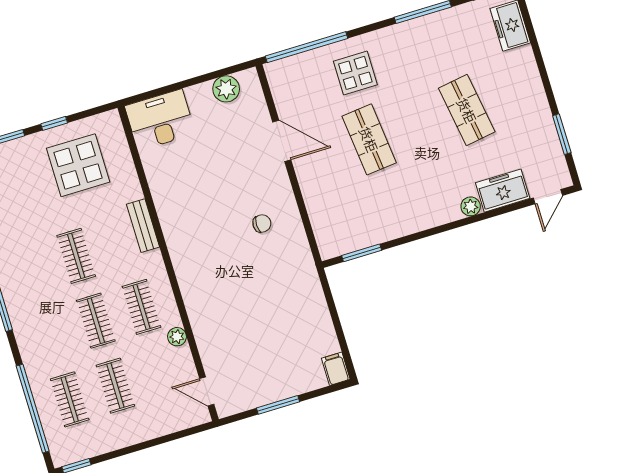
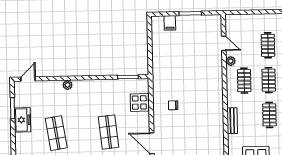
freezer: (503, 191) -> (22, 120), moved, turned -90
display table: (327, 211) -> (139, 102), added
filing cabinet: (336, 369) -> (170, 23), moved
door: (207, 391) -> (224, 43), moved

